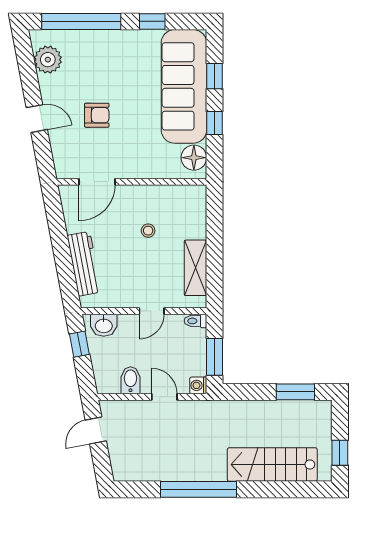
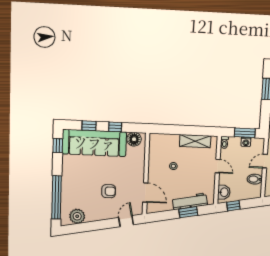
window: (152, 21) -> (58, 146), moved
armchair: (97, 115) -> (109, 191), turned 90
door: (37, 119) -> (126, 221), moved
window: (64, 262) -> (188, 212), added
washing machine: (198, 385) -> (246, 142), moved

